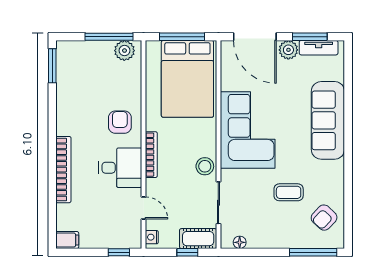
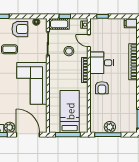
plant: (124, 51) -> (110, 127), moved
bed: (187, 79) -> (70, 111), width x0.67
stool: (205, 166) -> (69, 51), moved
armchair: (270, 229) -> (20, 29), added

